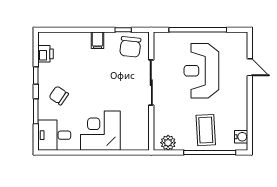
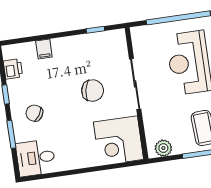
filing cabinet: (98, 40) -> (44, 49), moved
chair: (130, 47) -> (93, 91), moved, turned -85
corner desk: (100, 131) -> (118, 141), moved, turned -90

